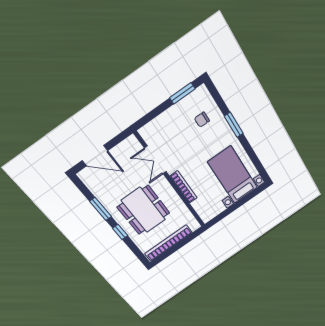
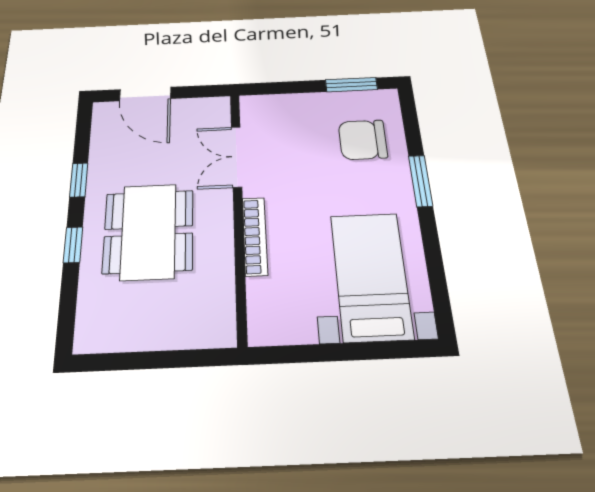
chair: (202, 120) -> (363, 140), width x1.87, depth x1.87
window: (101, 209) -> (79, 180), width x0.67
bookcase: (168, 243) -> (142, 337), removed

